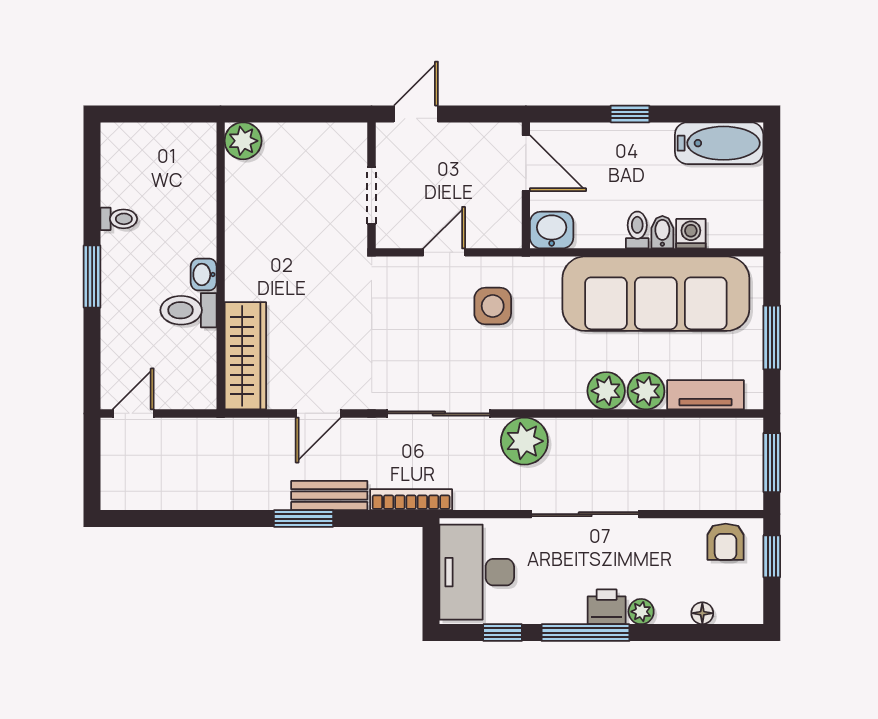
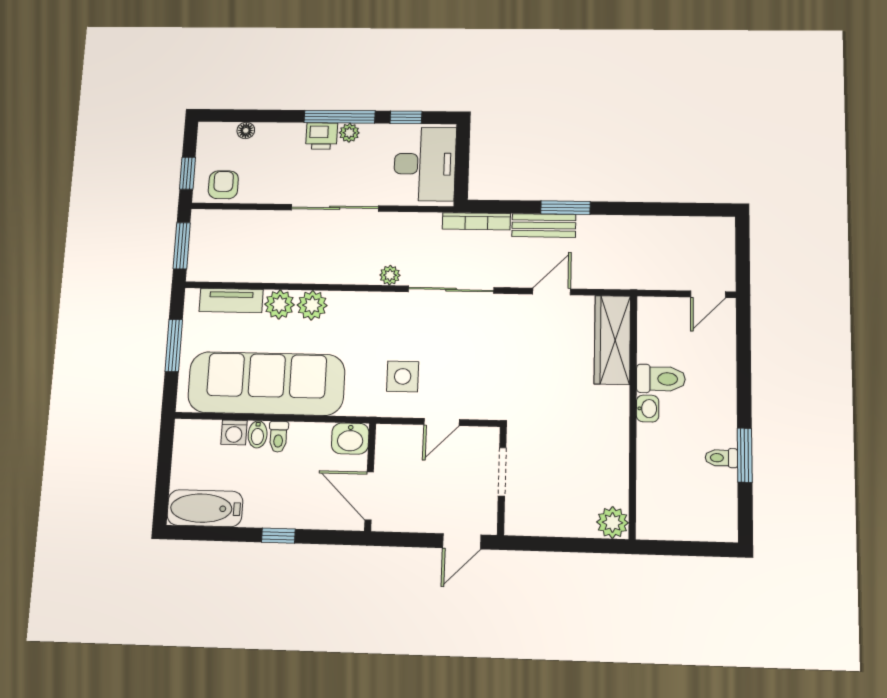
window: (92, 277) -> (745, 455), moved
plant: (524, 441) -> (390, 275), width x0.53, depth x0.53
plant: (641, 612) -> (349, 133), moved

